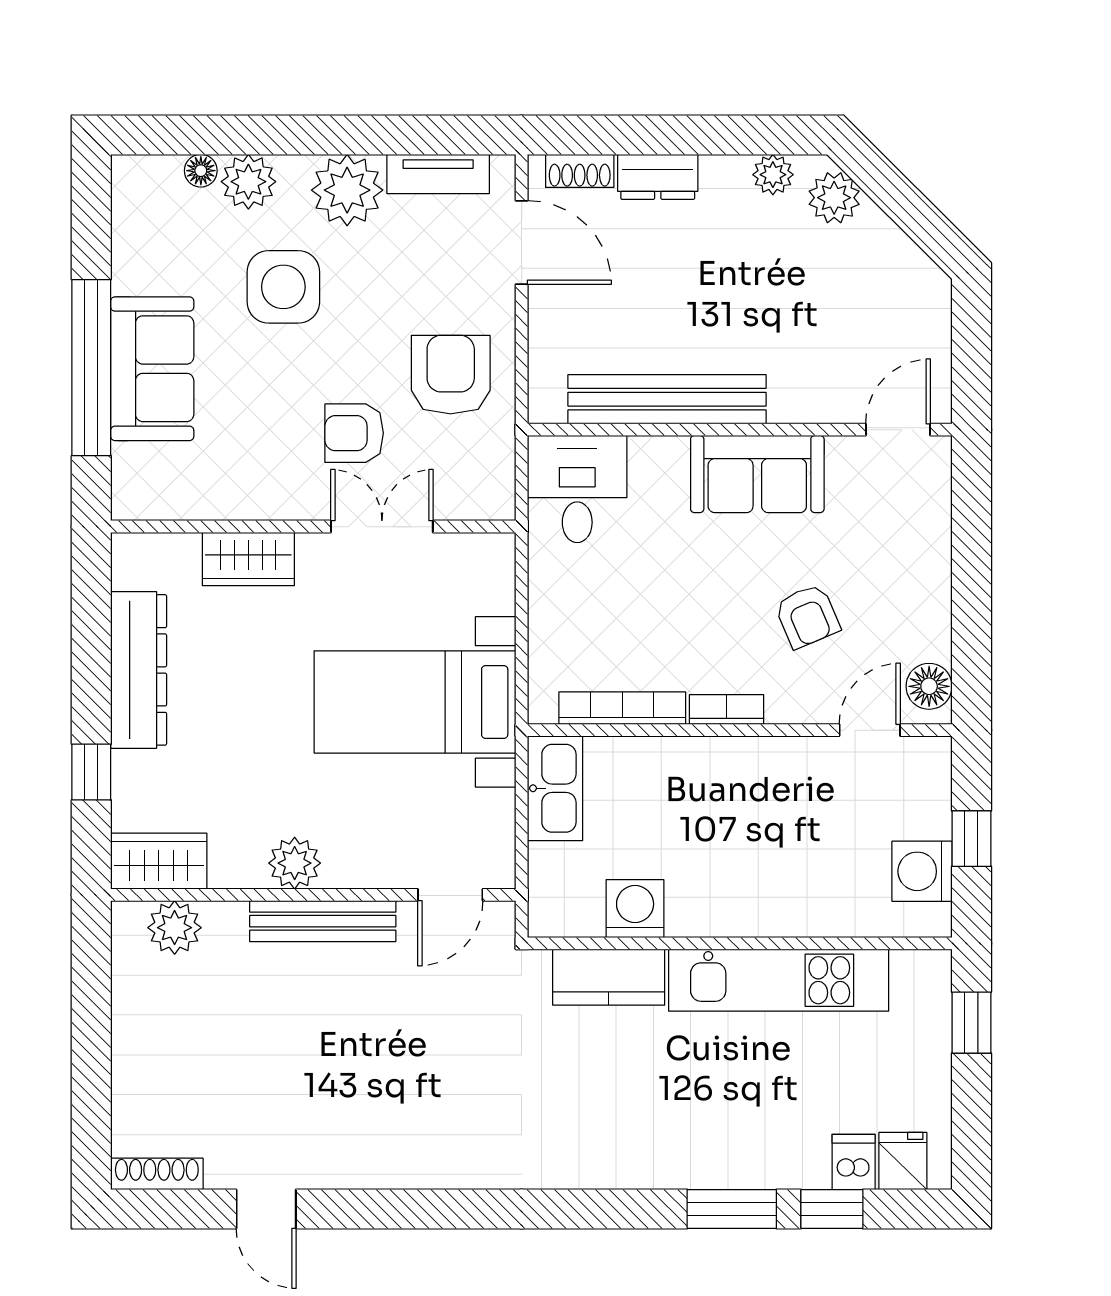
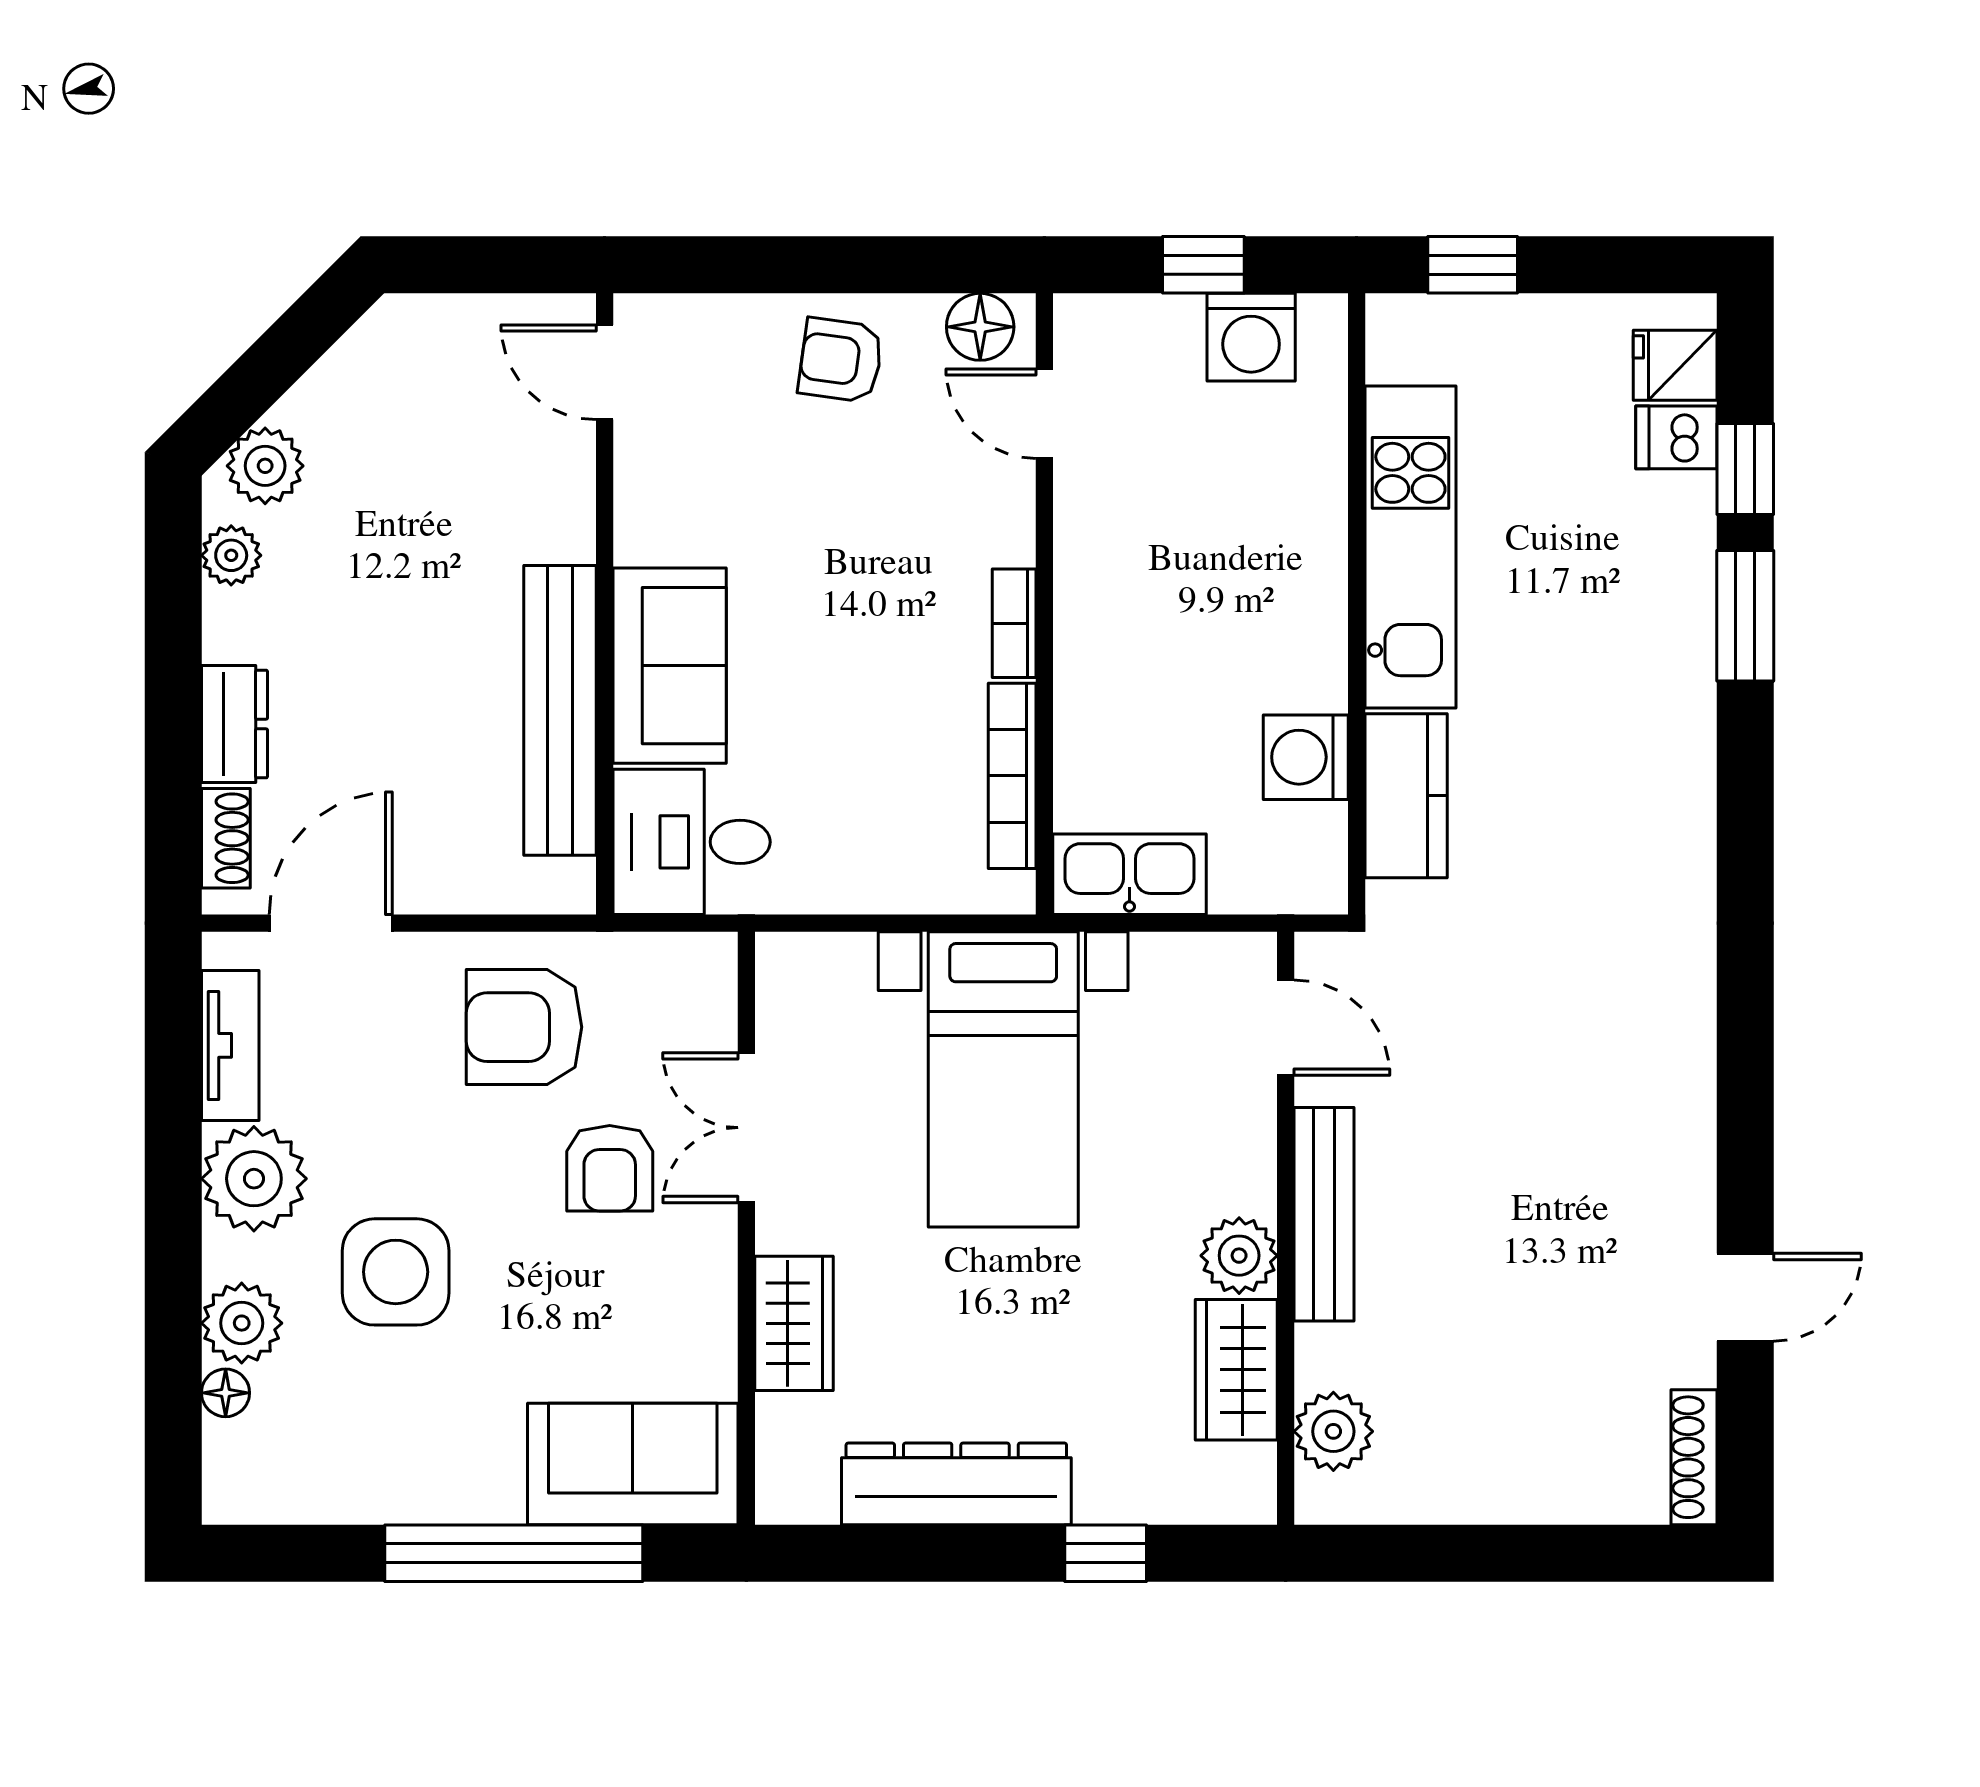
sofa: (152, 369) -> (633, 1464), moved
sofa: (757, 474) -> (670, 666), moved
armchair: (807, 616) -> (841, 360), moved, turned -149
wardrobe: (159, 861) -> (1236, 1370), moved

